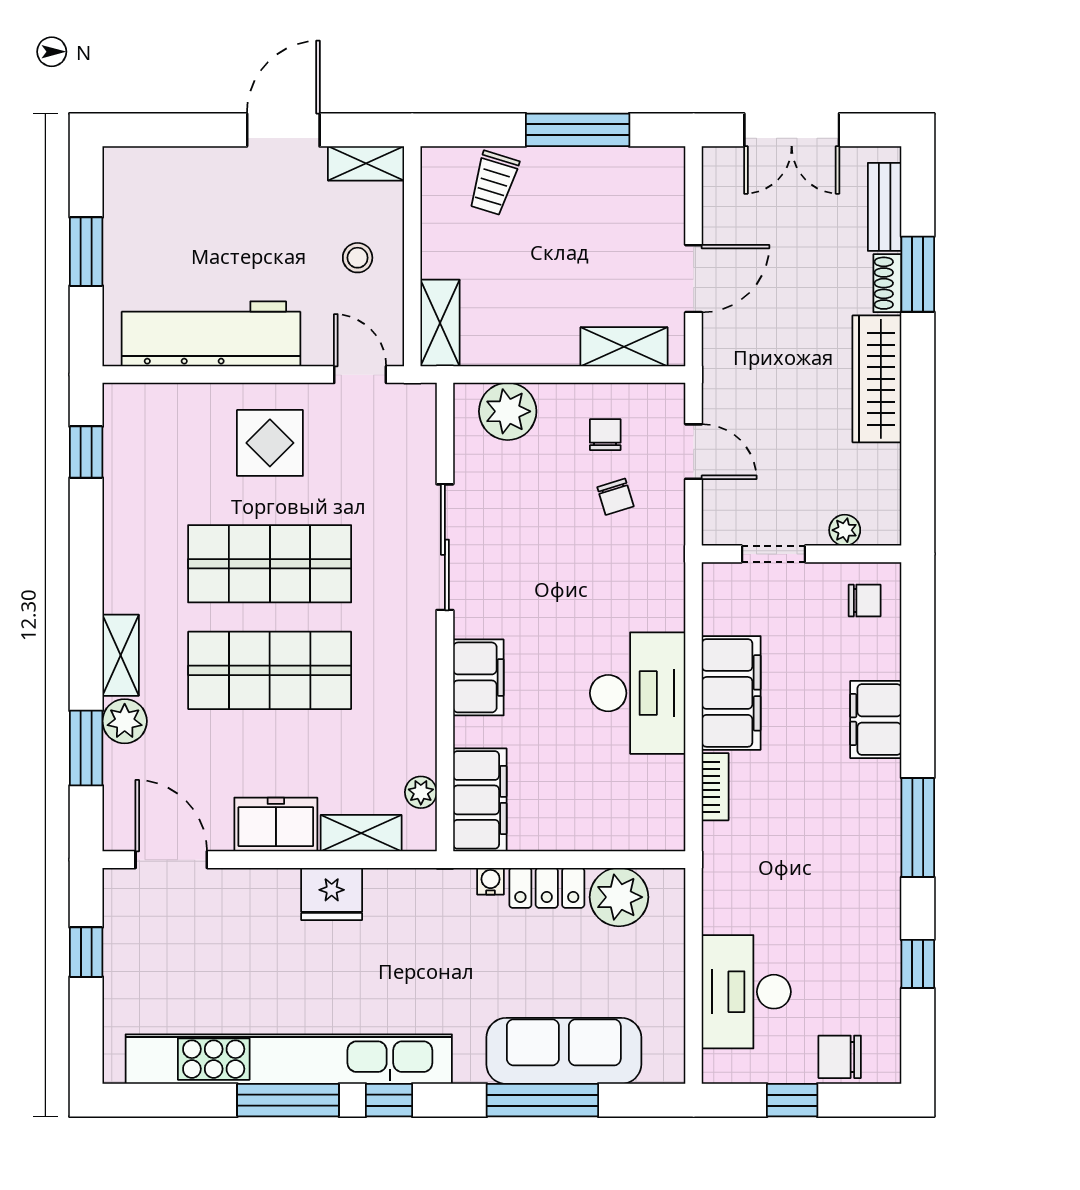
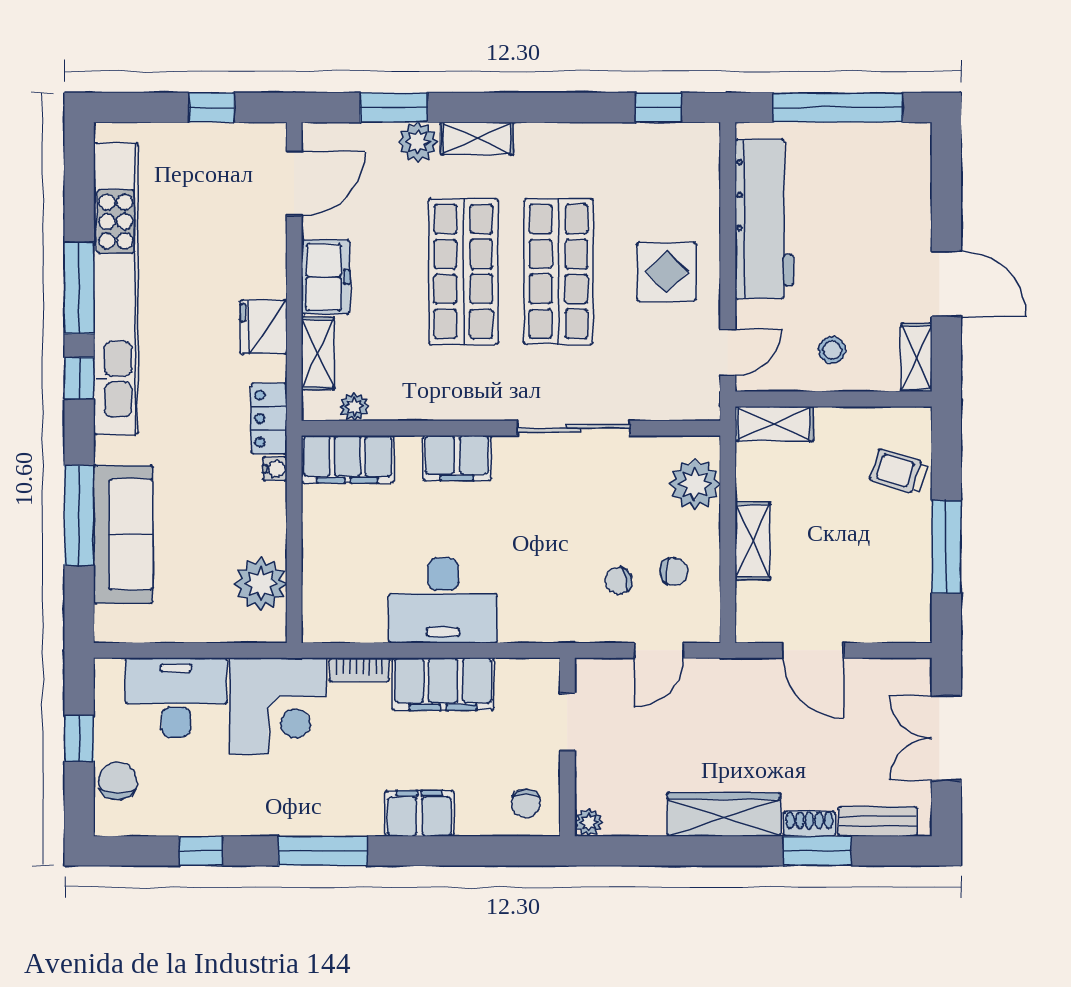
window: (86, 252) -> (838, 108), width x2.11
shelving: (624, 347) -> (753, 541), moved
plant: (845, 530) -> (589, 822), moved
corner desk: (756, 878) -> (278, 706), added
locker: (547, 888) -> (269, 419), moved

